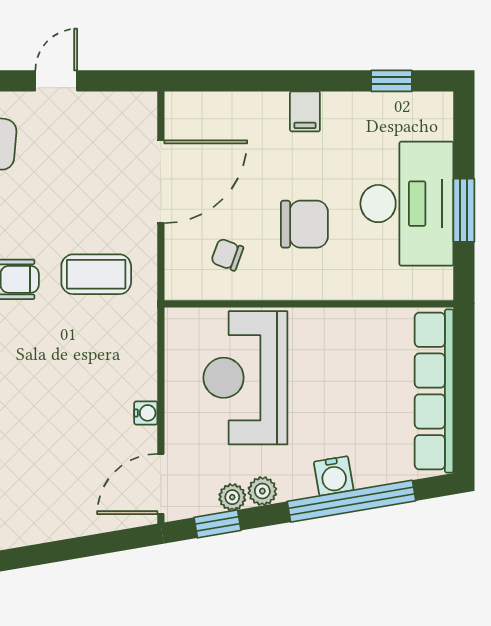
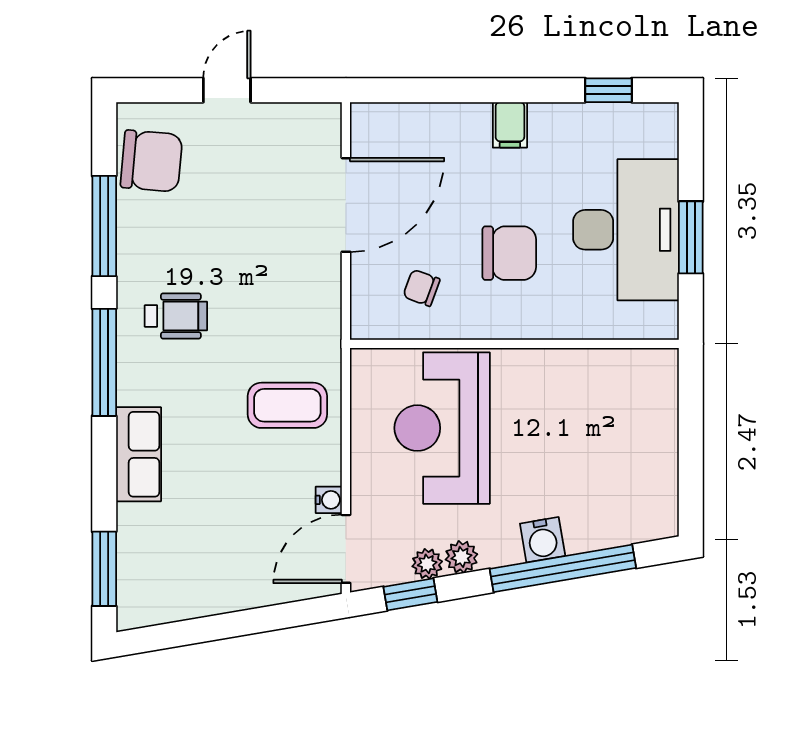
coffee table: (96, 274) -> (287, 405), moved
row of seats: (434, 391) -> (657, 443), removed
water cooler: (146, 413) -> (329, 500), moved

